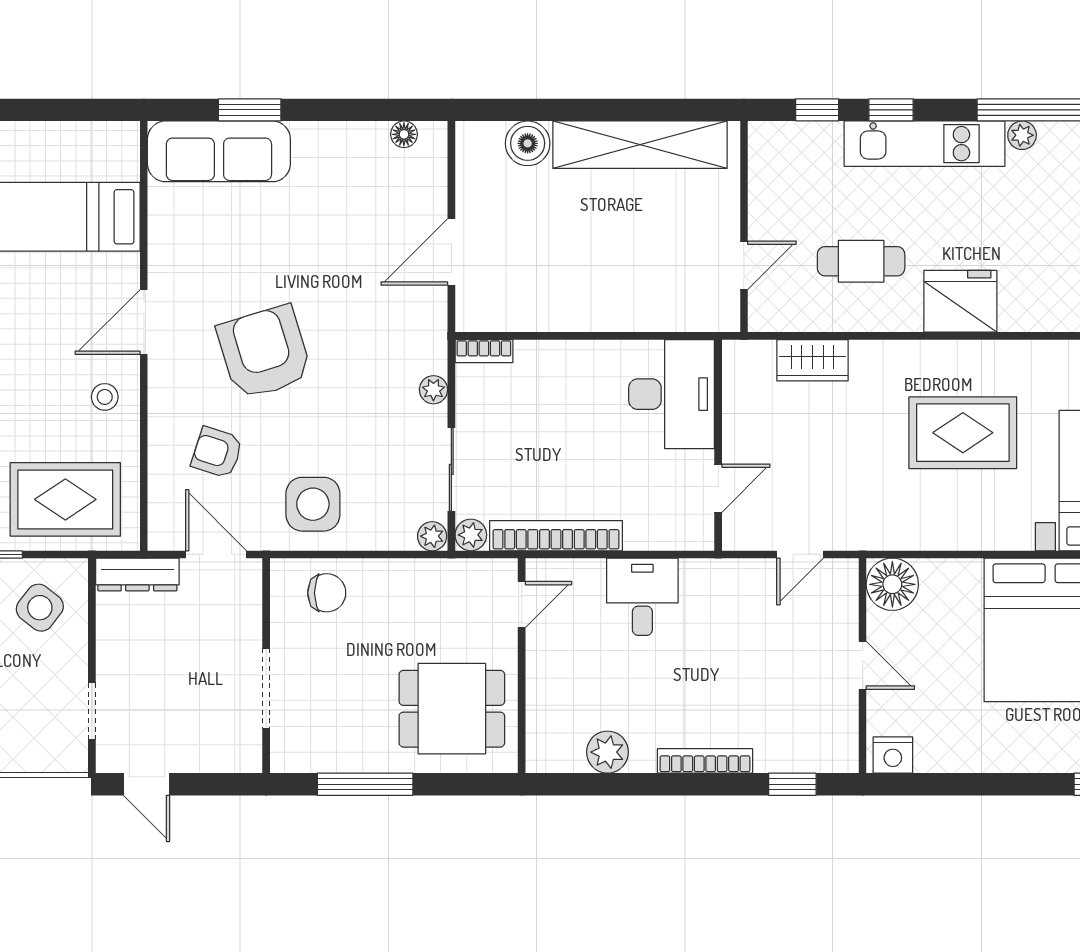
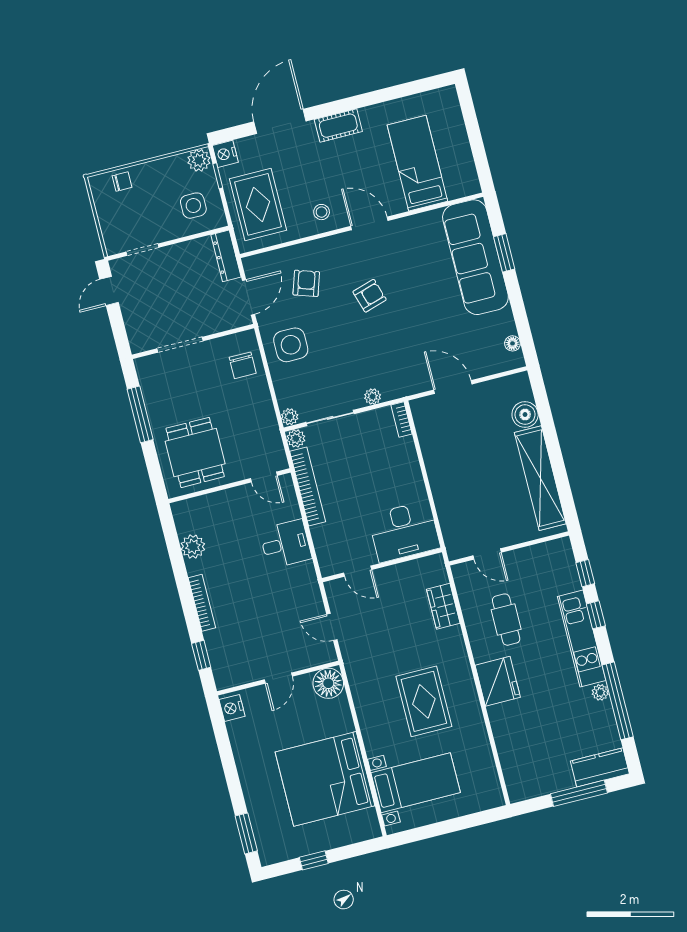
sofa: (219, 151) -> (475, 257), width x1.36, depth x1.27
armchair: (264, 352) -> (370, 296), width x0.53, depth x0.53
side table: (40, 608) -> (193, 206), turned -38

